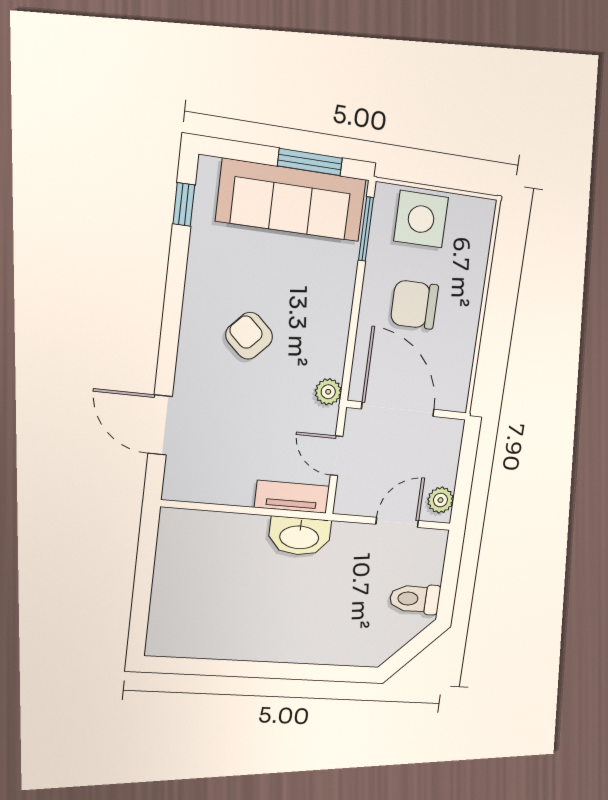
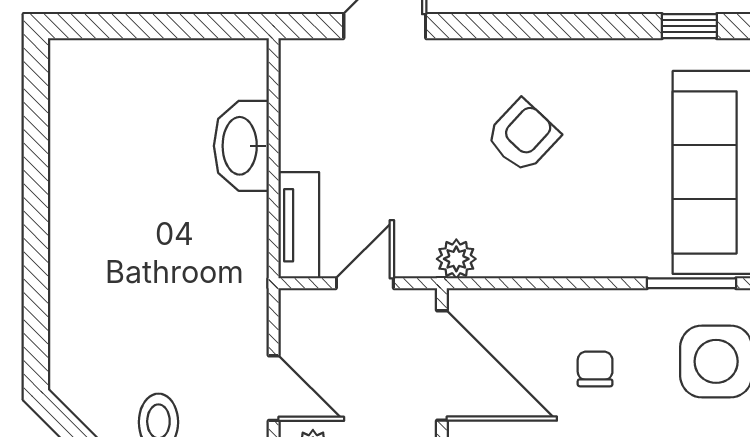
chair: (414, 305) -> (595, 369), width x0.54, depth x0.54
door: (398, 409) -> (442, 366), hinge flipped
washbasin: (299, 536) -> (241, 146), moved

